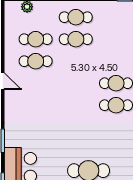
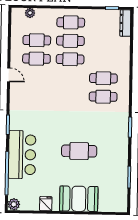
cafe table: (76, 61) -> (70, 59), added

